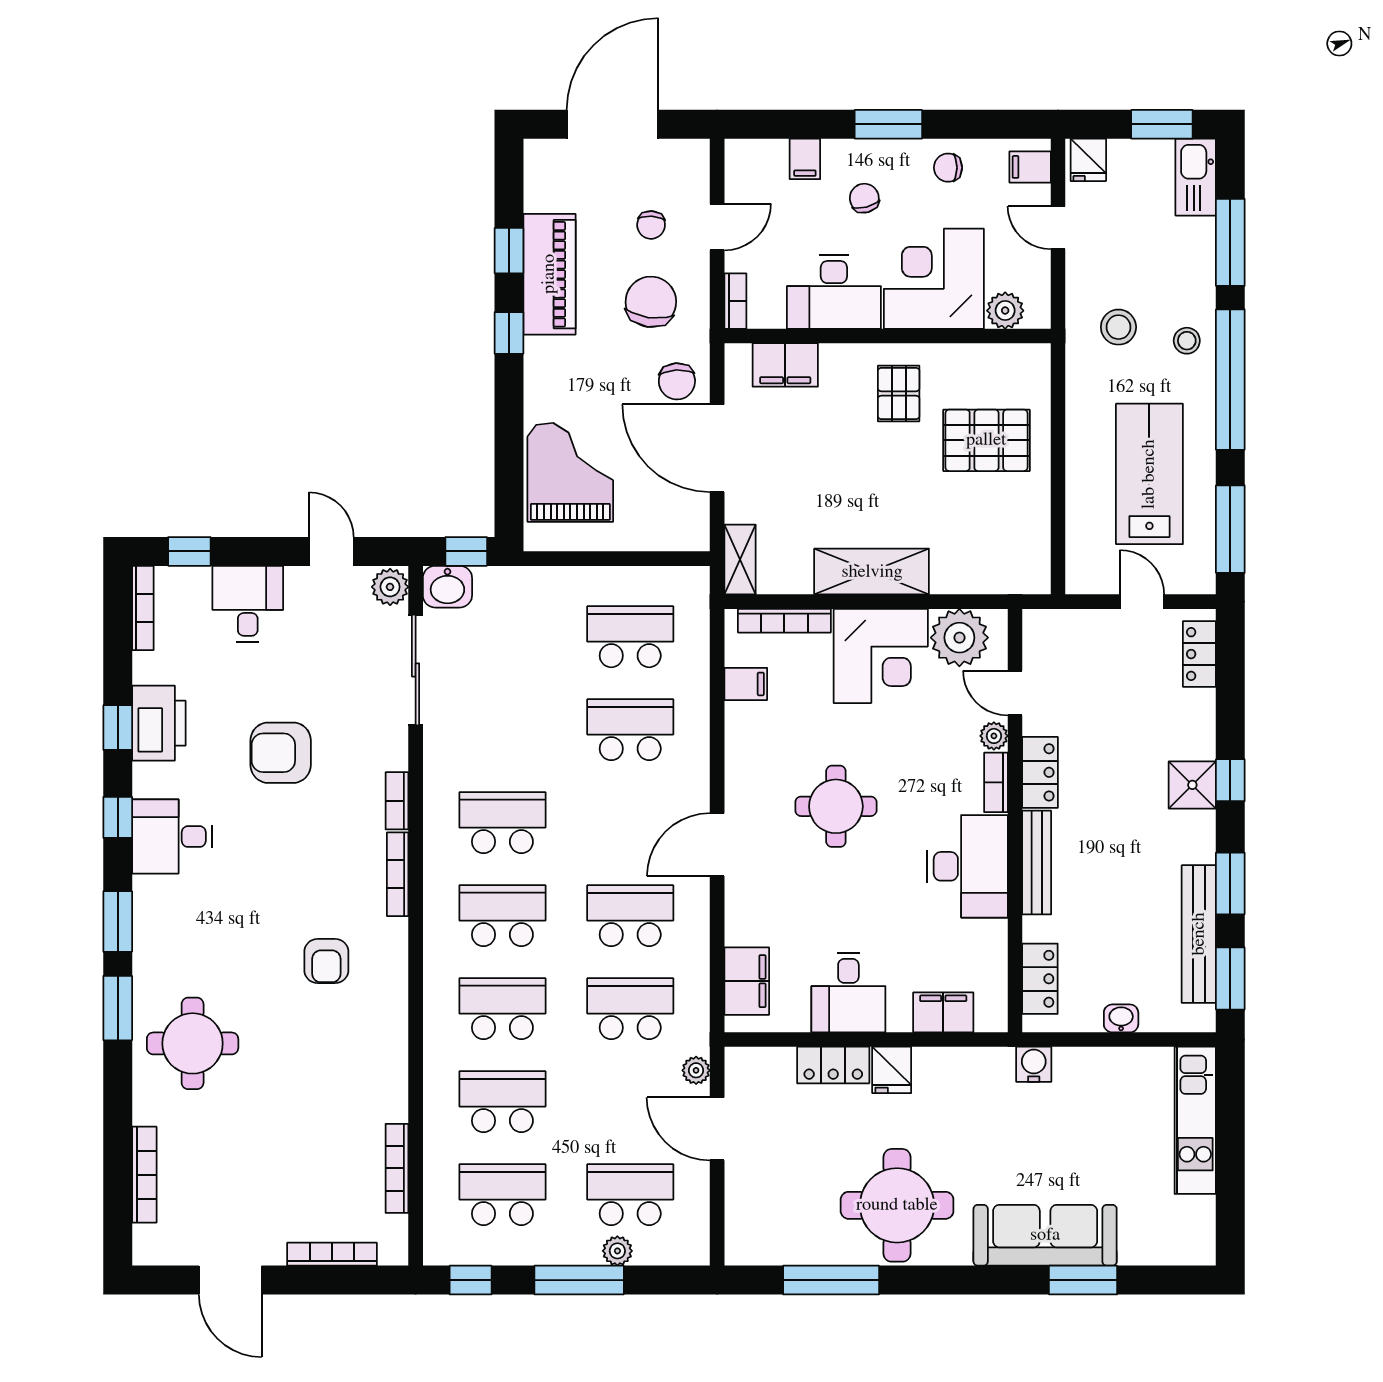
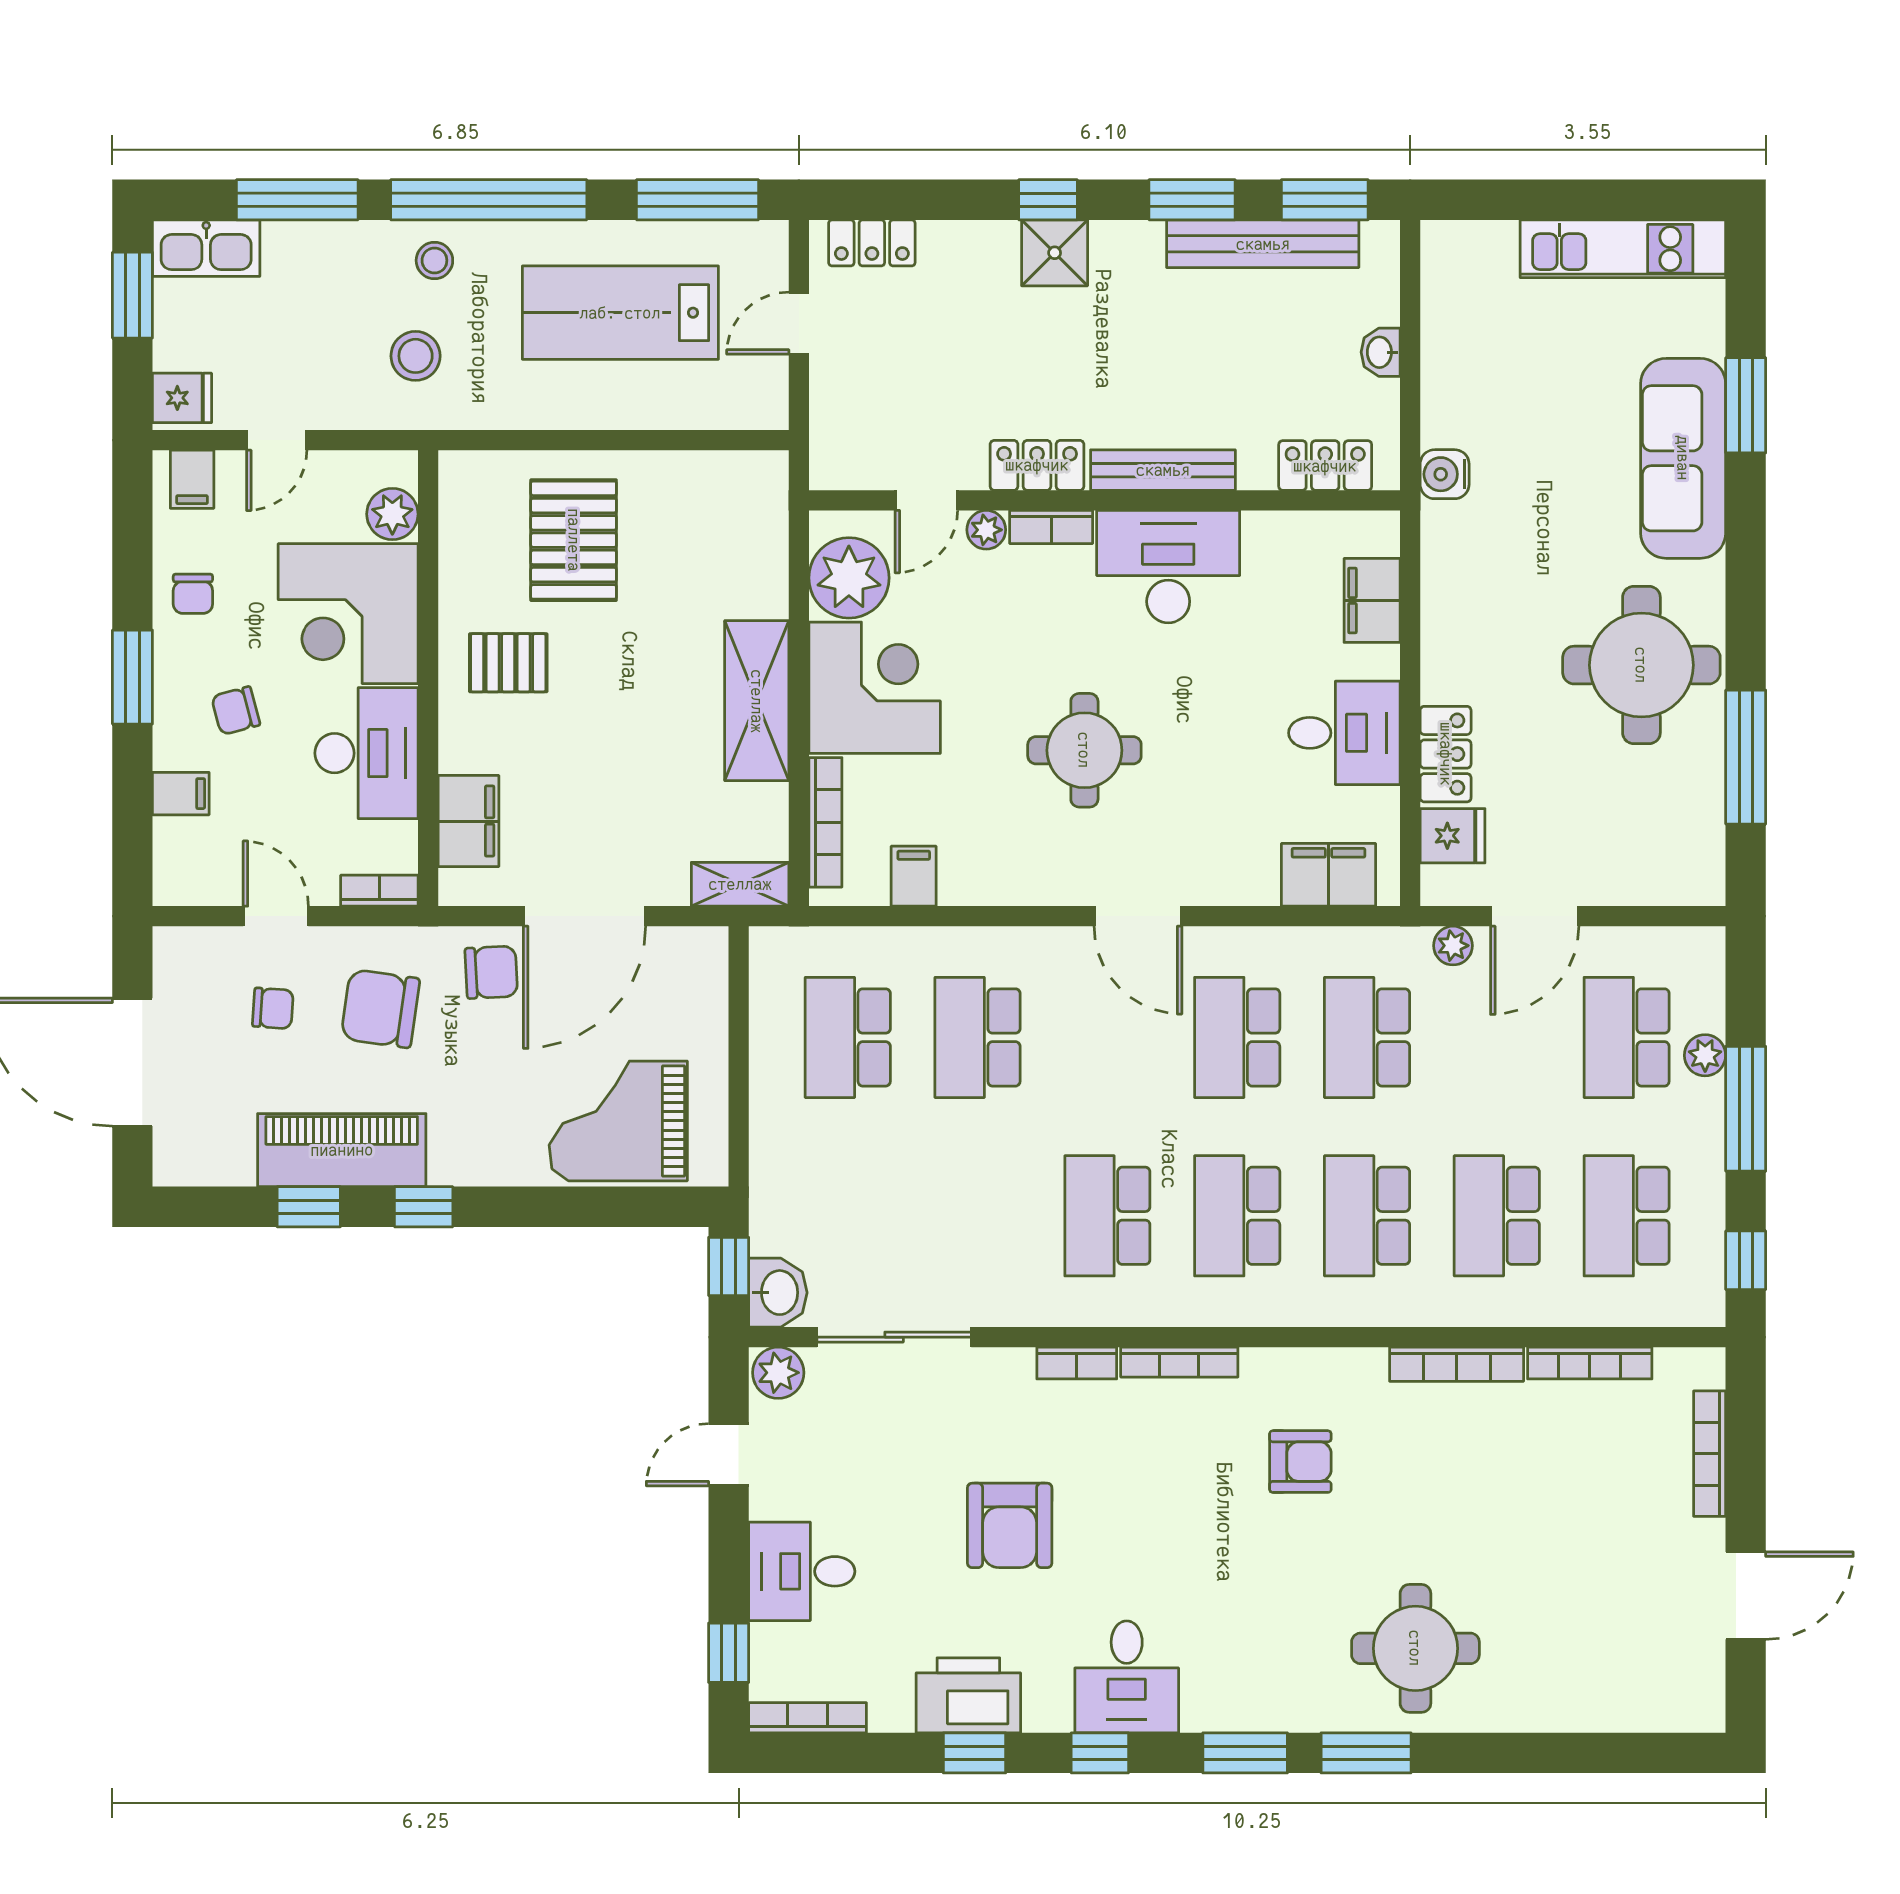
fridge: (892, 1070) -> (1452, 836), moved
kitchen unit: (1195, 1120) -> (1623, 249), moved
bookcase: (144, 1175) -> (1457, 1364), moved, turned 180

